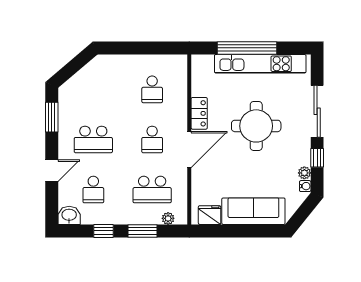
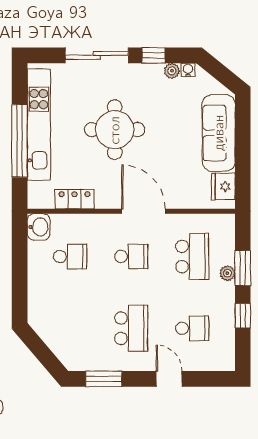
locker: (199, 113) -> (74, 199), moved
washbasin: (69, 215) -> (39, 227), moved, turned 180
plant: (168, 218) -> (227, 273), moved

